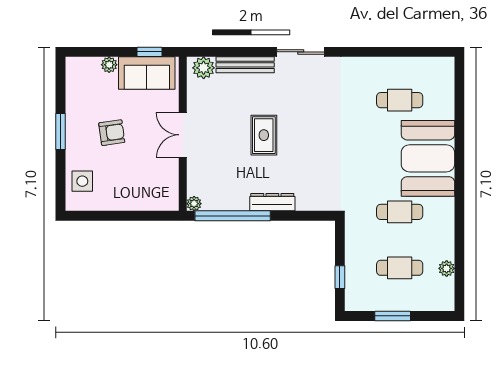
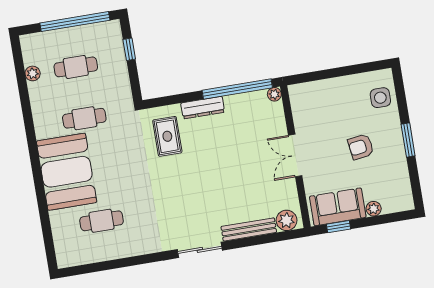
double door: (183, 135) -> (295, 156), swing flipped
rug: (264, 135) -> (167, 136), moved
window: (393, 316) -> (75, 22), width x2.11

